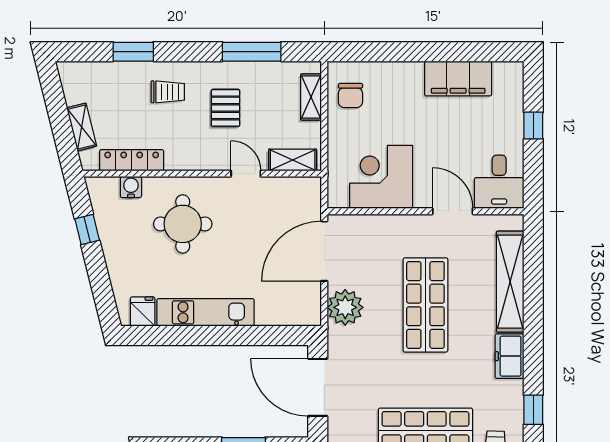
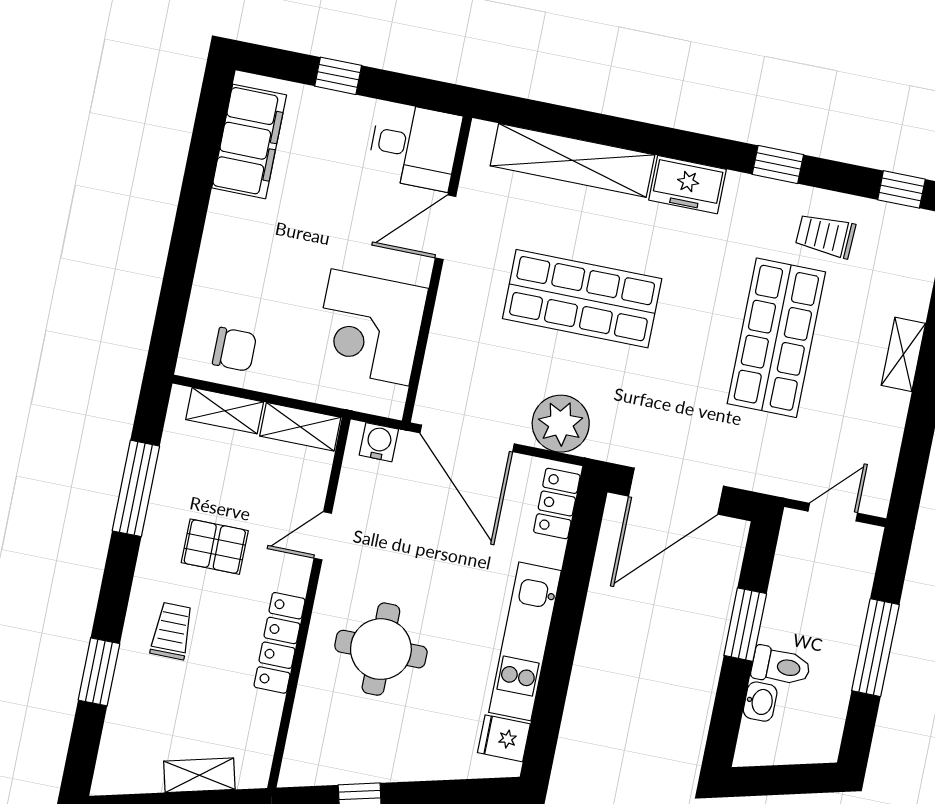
filing cabinet: (458, 79) -> (249, 141), moved
locker: (132, 160) -> (280, 643), moved
shelving: (293, 160) -> (300, 427), moved, turned 90
water cooler: (131, 187) -> (379, 442), moved, turned 90
locker: (295, 315) -> (557, 504), added

